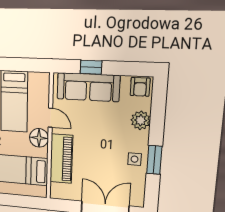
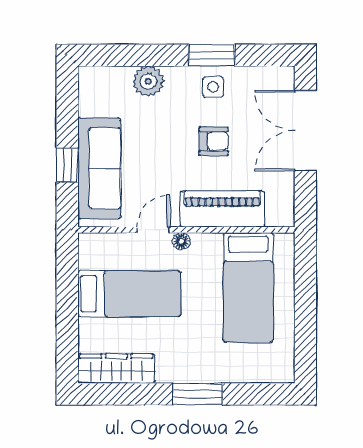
armchair: (140, 87) -> (214, 141), moved
floor lamp: (39, 138) -> (181, 241), width x0.53, depth x0.53

